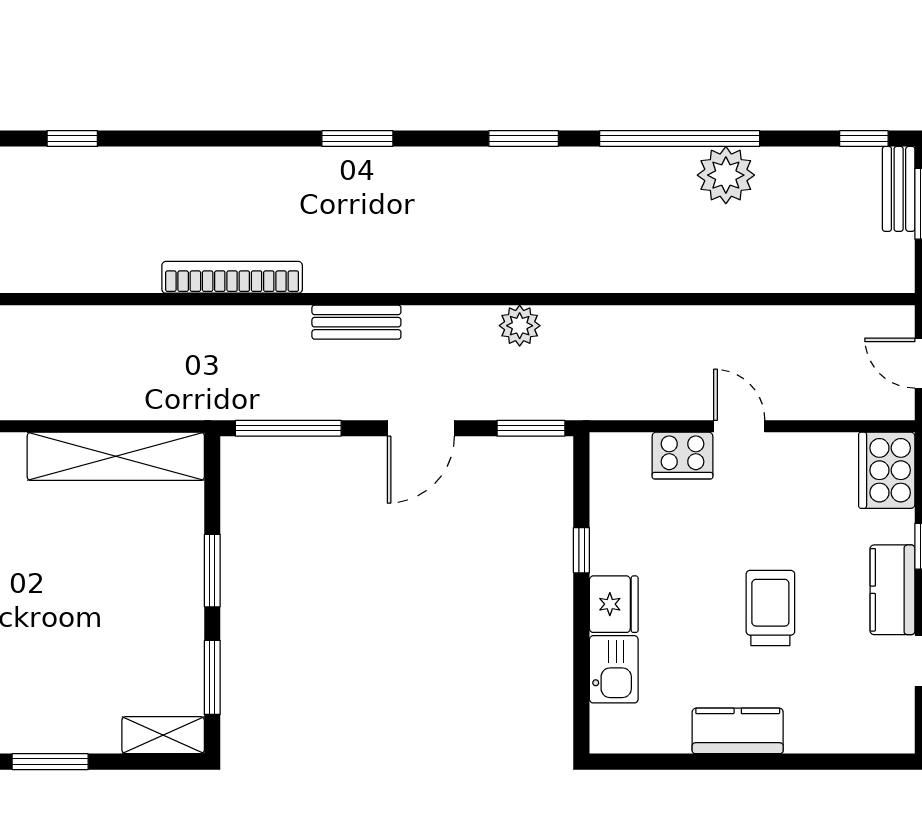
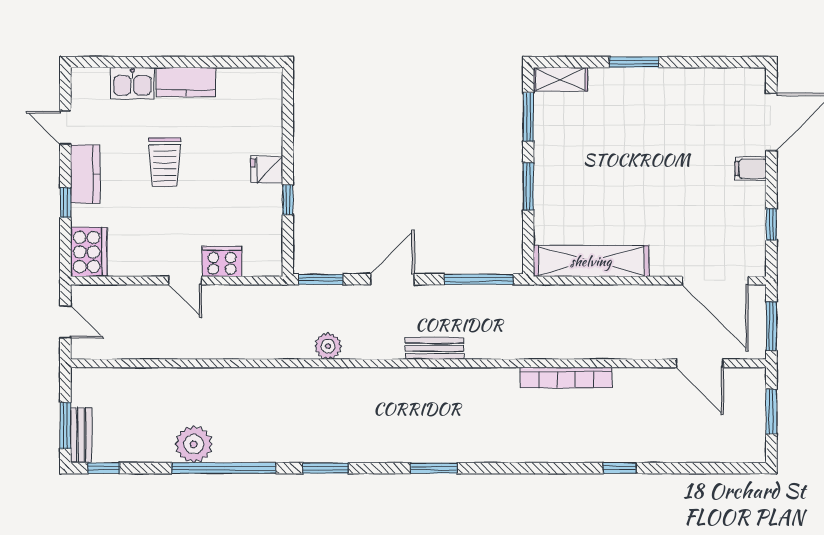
bookcase: (232, 277) -> (566, 378), moved
fridge: (614, 604) -> (267, 170), width x0.72
kitchen sink: (614, 669) -> (132, 83), moved, turned -90

